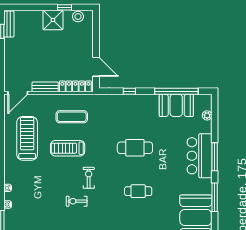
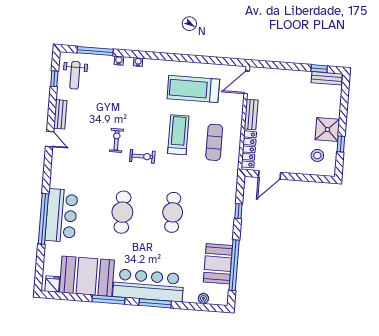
stool: (78, 17) -> (317, 155), moved
door: (18, 93) -> (247, 82), hinge flipped
treadmill: (27, 138) -> (193, 89), turned 180
bar counter: (199, 156) -> (148, 285), width x1.36
cafe table: (138, 191) -> (122, 212), width x1.37, depth x1.35

